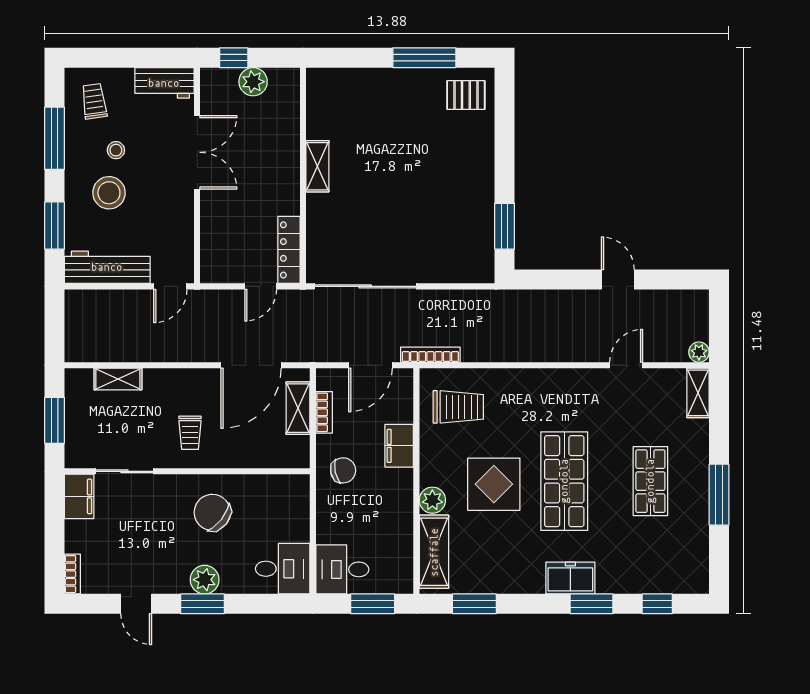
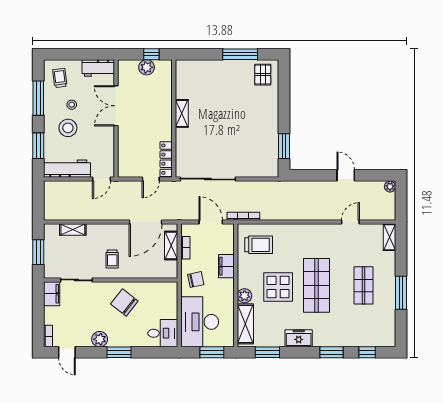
window: (234, 58) -> (151, 54), moved
pallet: (466, 95) -> (263, 75), turned 90
double door: (197, 152) -> (116, 106), swing flipped
plant: (699, 352) -> (390, 187), moved
door: (371, 365) -> (211, 222), swing flipped
desk: (342, 569) -> (200, 322), width x1.87, depth x1.30
freezer: (570, 578) -> (299, 338), moved
plant: (205, 580) -> (100, 339), moved
door: (136, 604) -> (67, 352), moved

